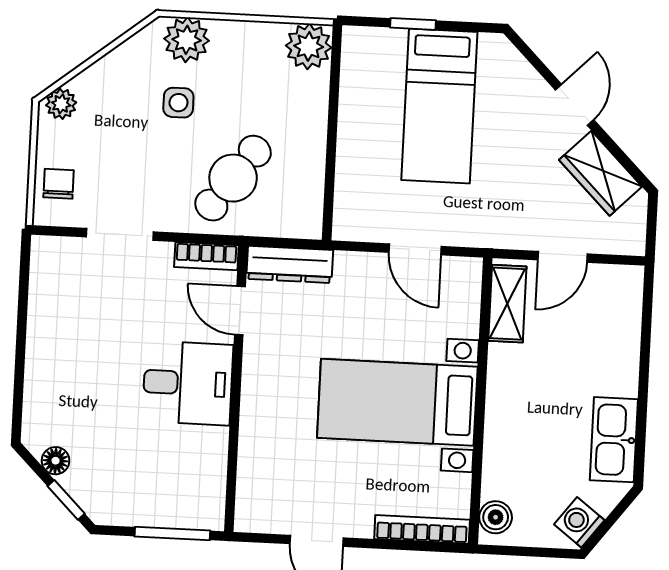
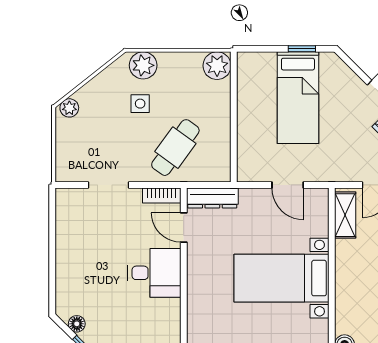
window: (413, 24) -> (302, 49), moved
chair: (59, 184) -> (70, 156), removed

